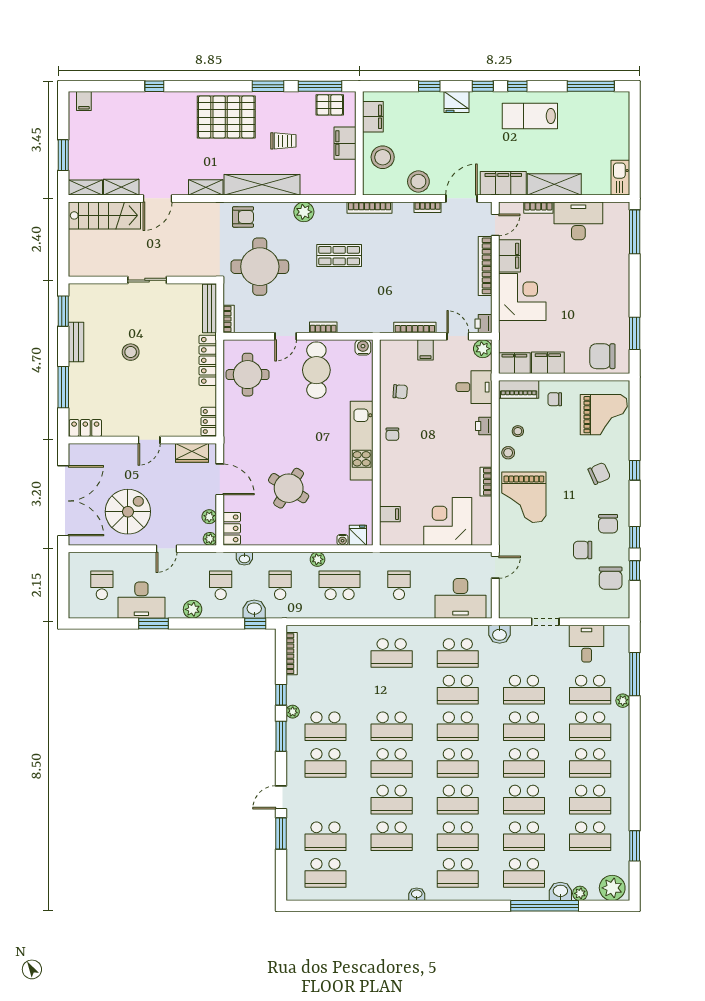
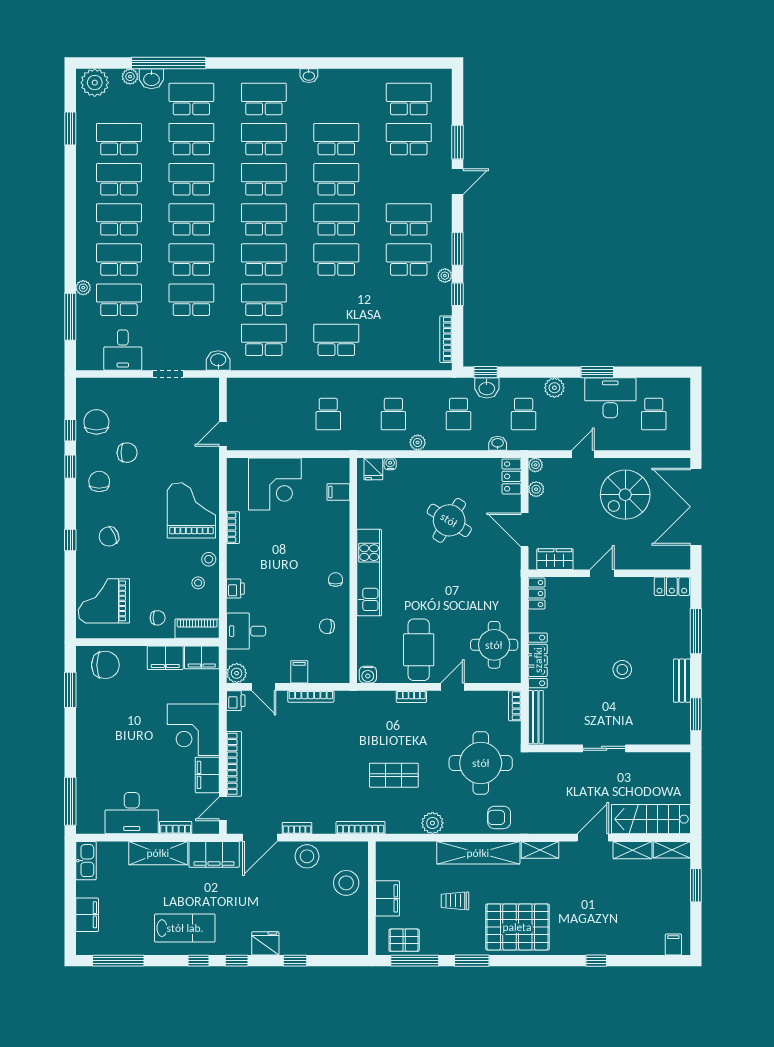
filing cabinet: (373, 117) -> (87, 915), moved, turned 180
school desk: (340, 585) -> (393, 414), width x0.54
desk: (461, 598) -> (261, 400), removed

